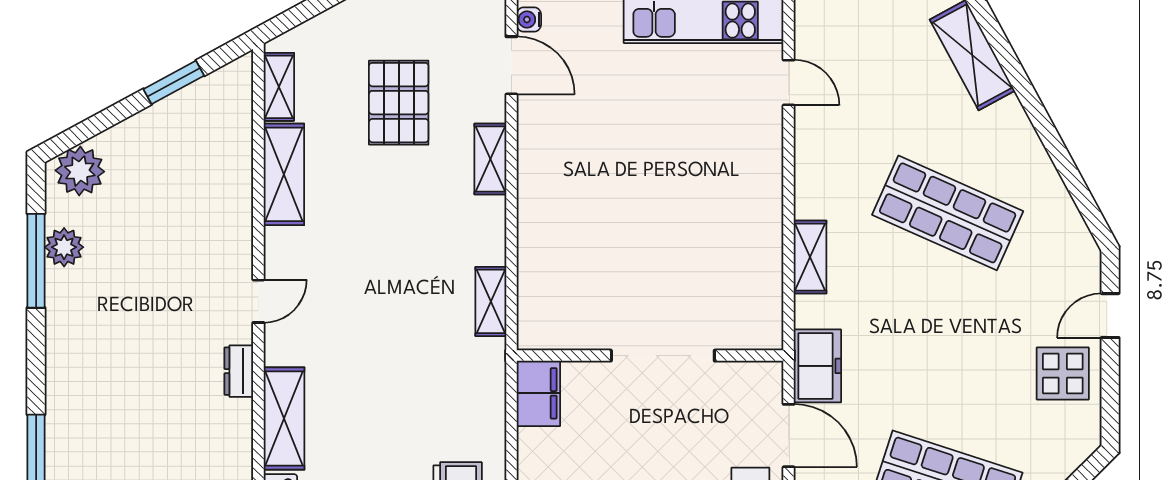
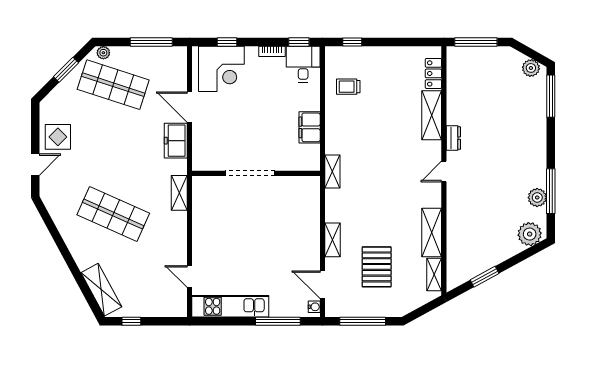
wall: (650, 356) -> (256, 173), moved
doorway: (663, 356) -> (250, 173), moved

